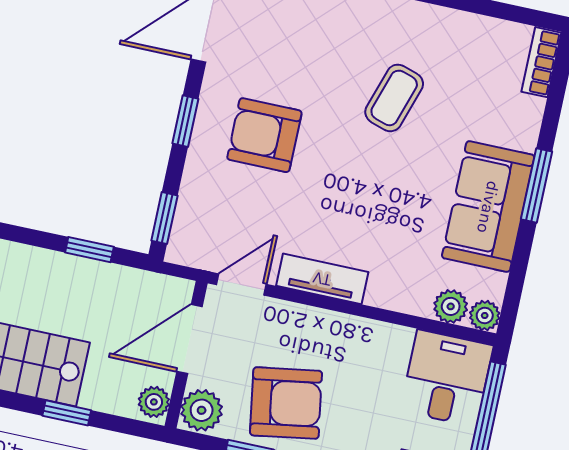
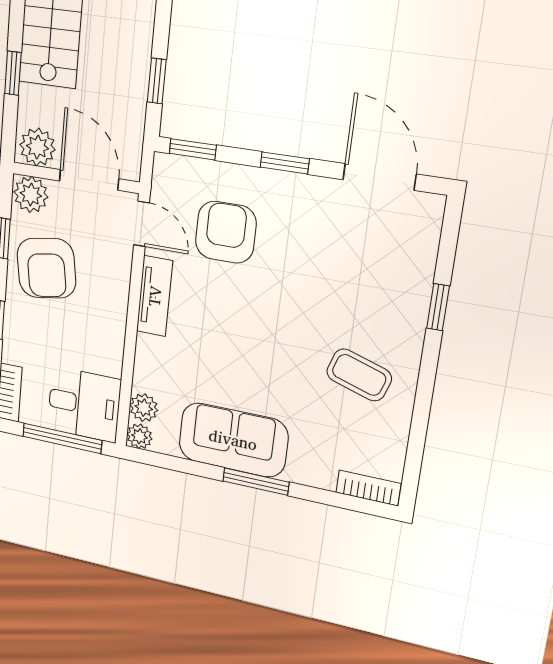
coffee table: (394, 98) -> (359, 375), moved
armchair: (264, 135) -> (226, 232), moved
plant: (154, 402) -> (38, 147), width x1.38, depth x1.38

